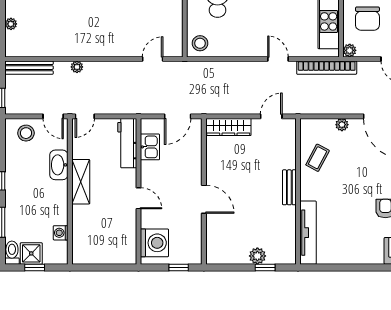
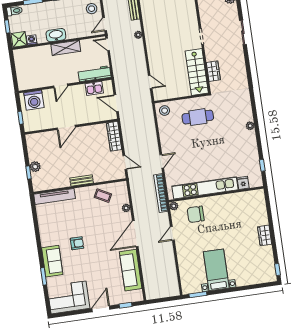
washbasin: (59, 165) -> (56, 35), moved
shower: (31, 253) -> (19, 39), moved

